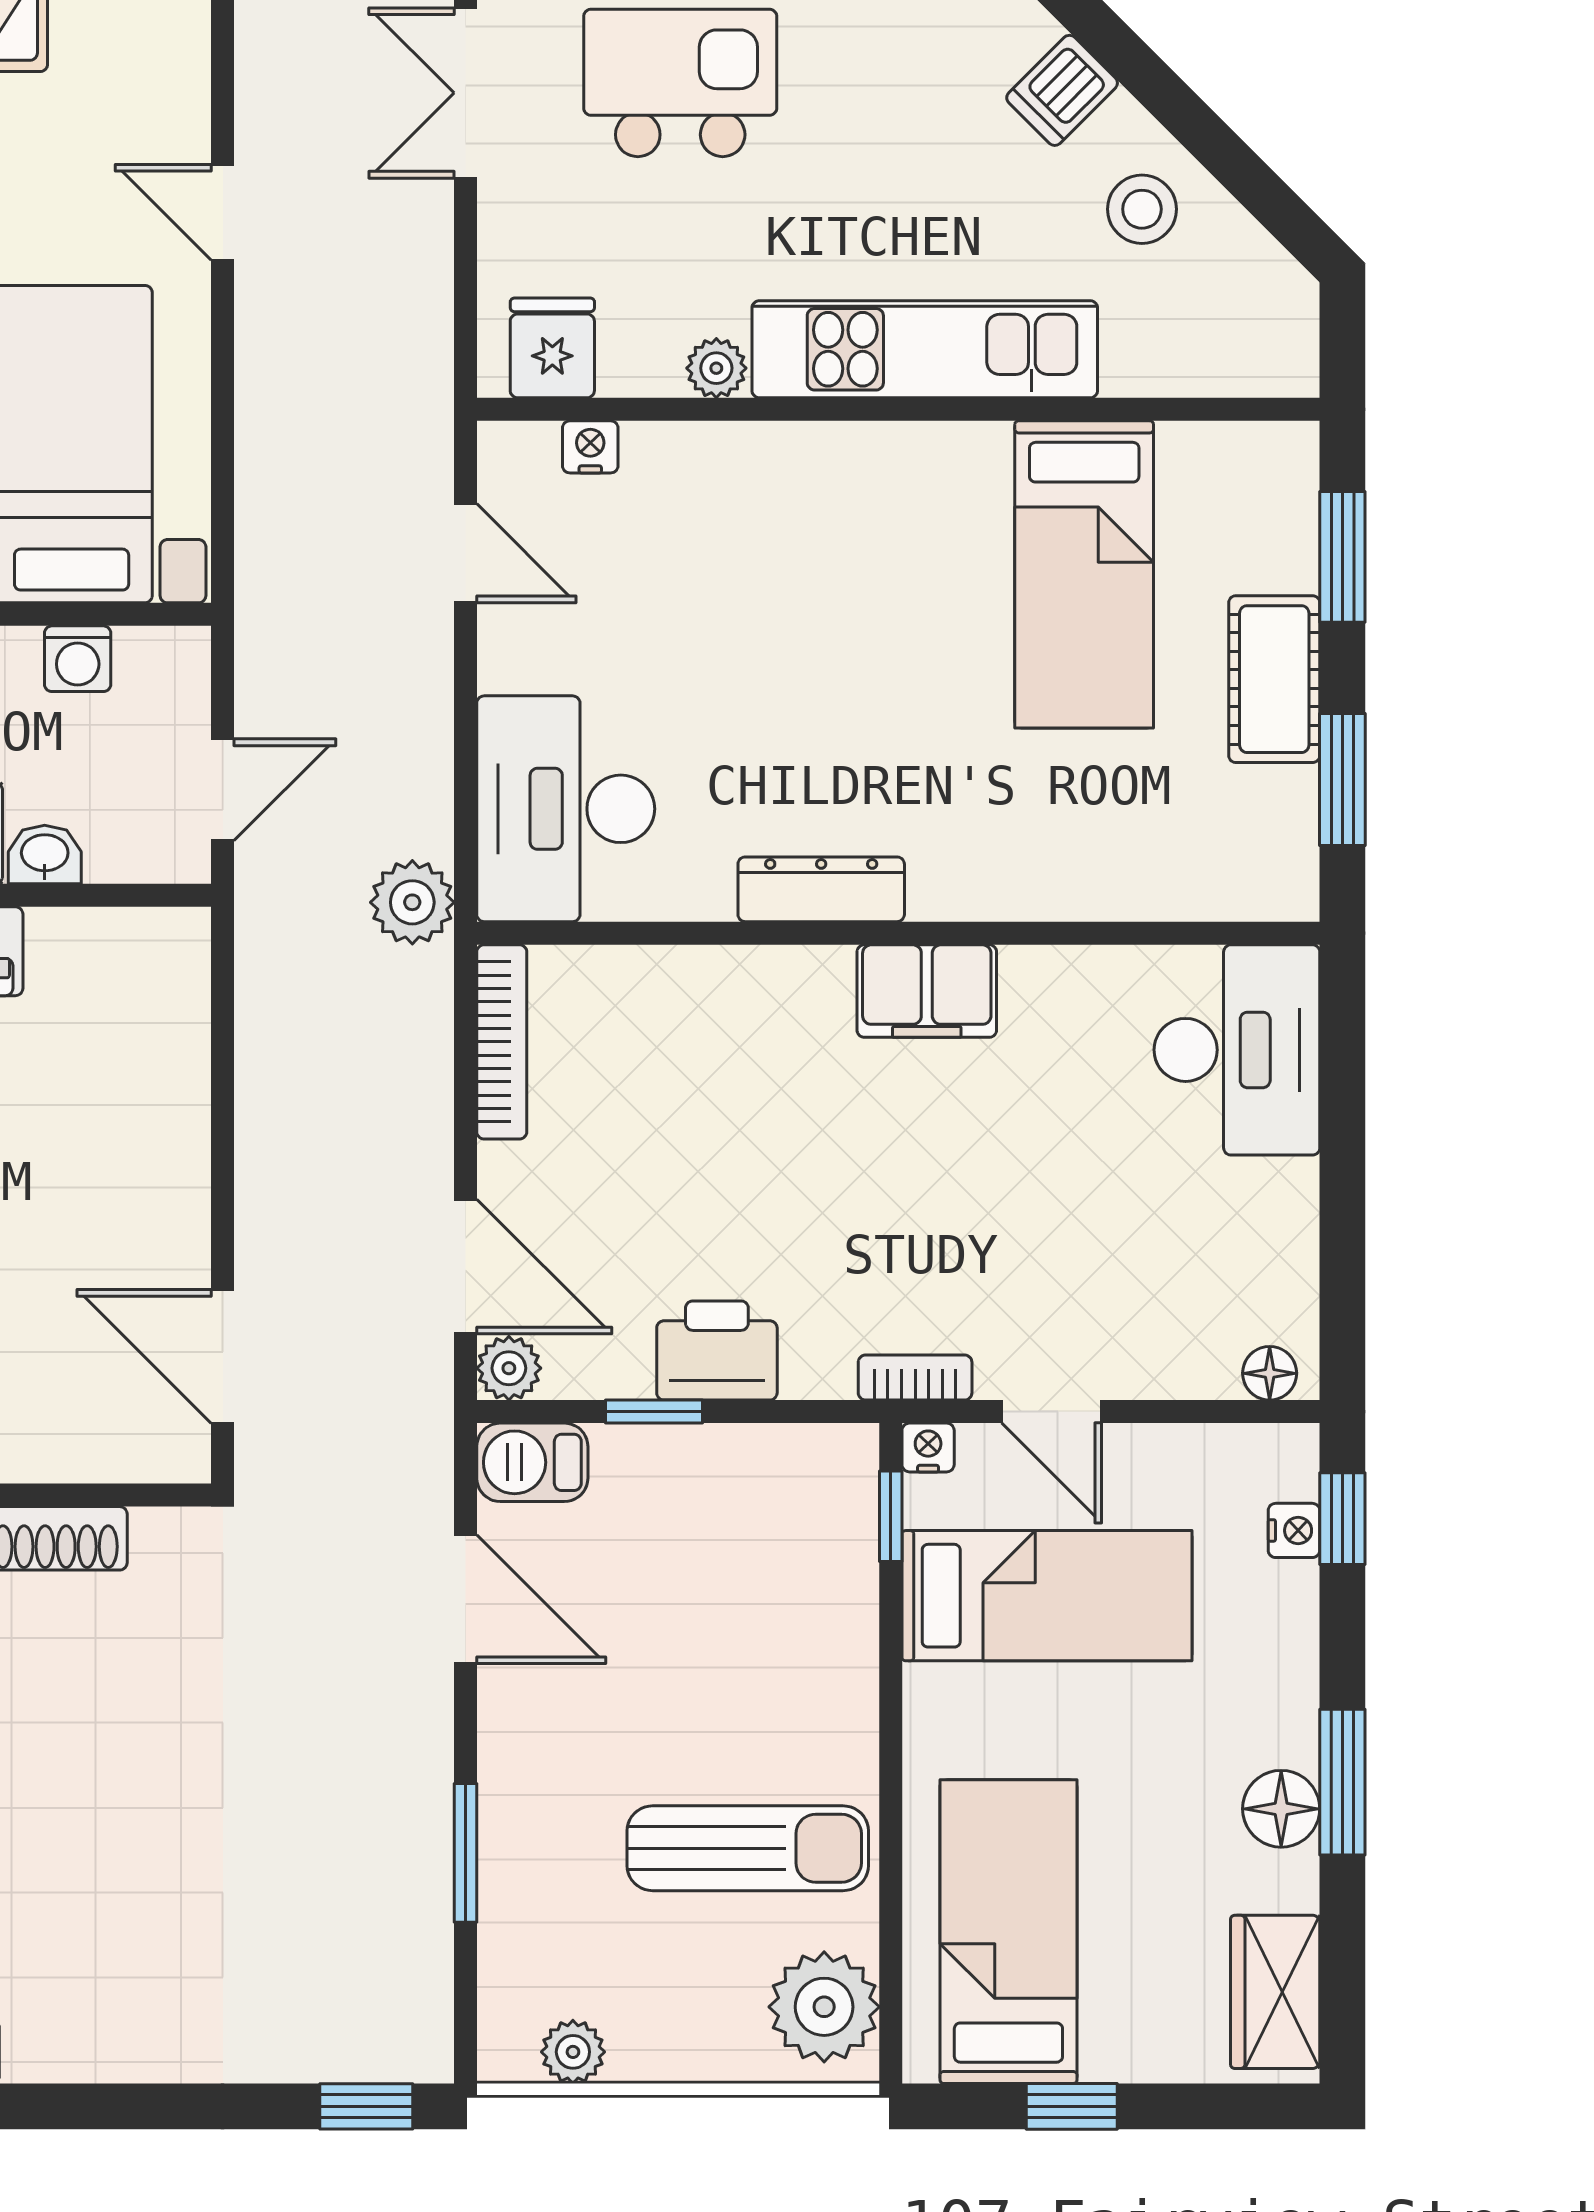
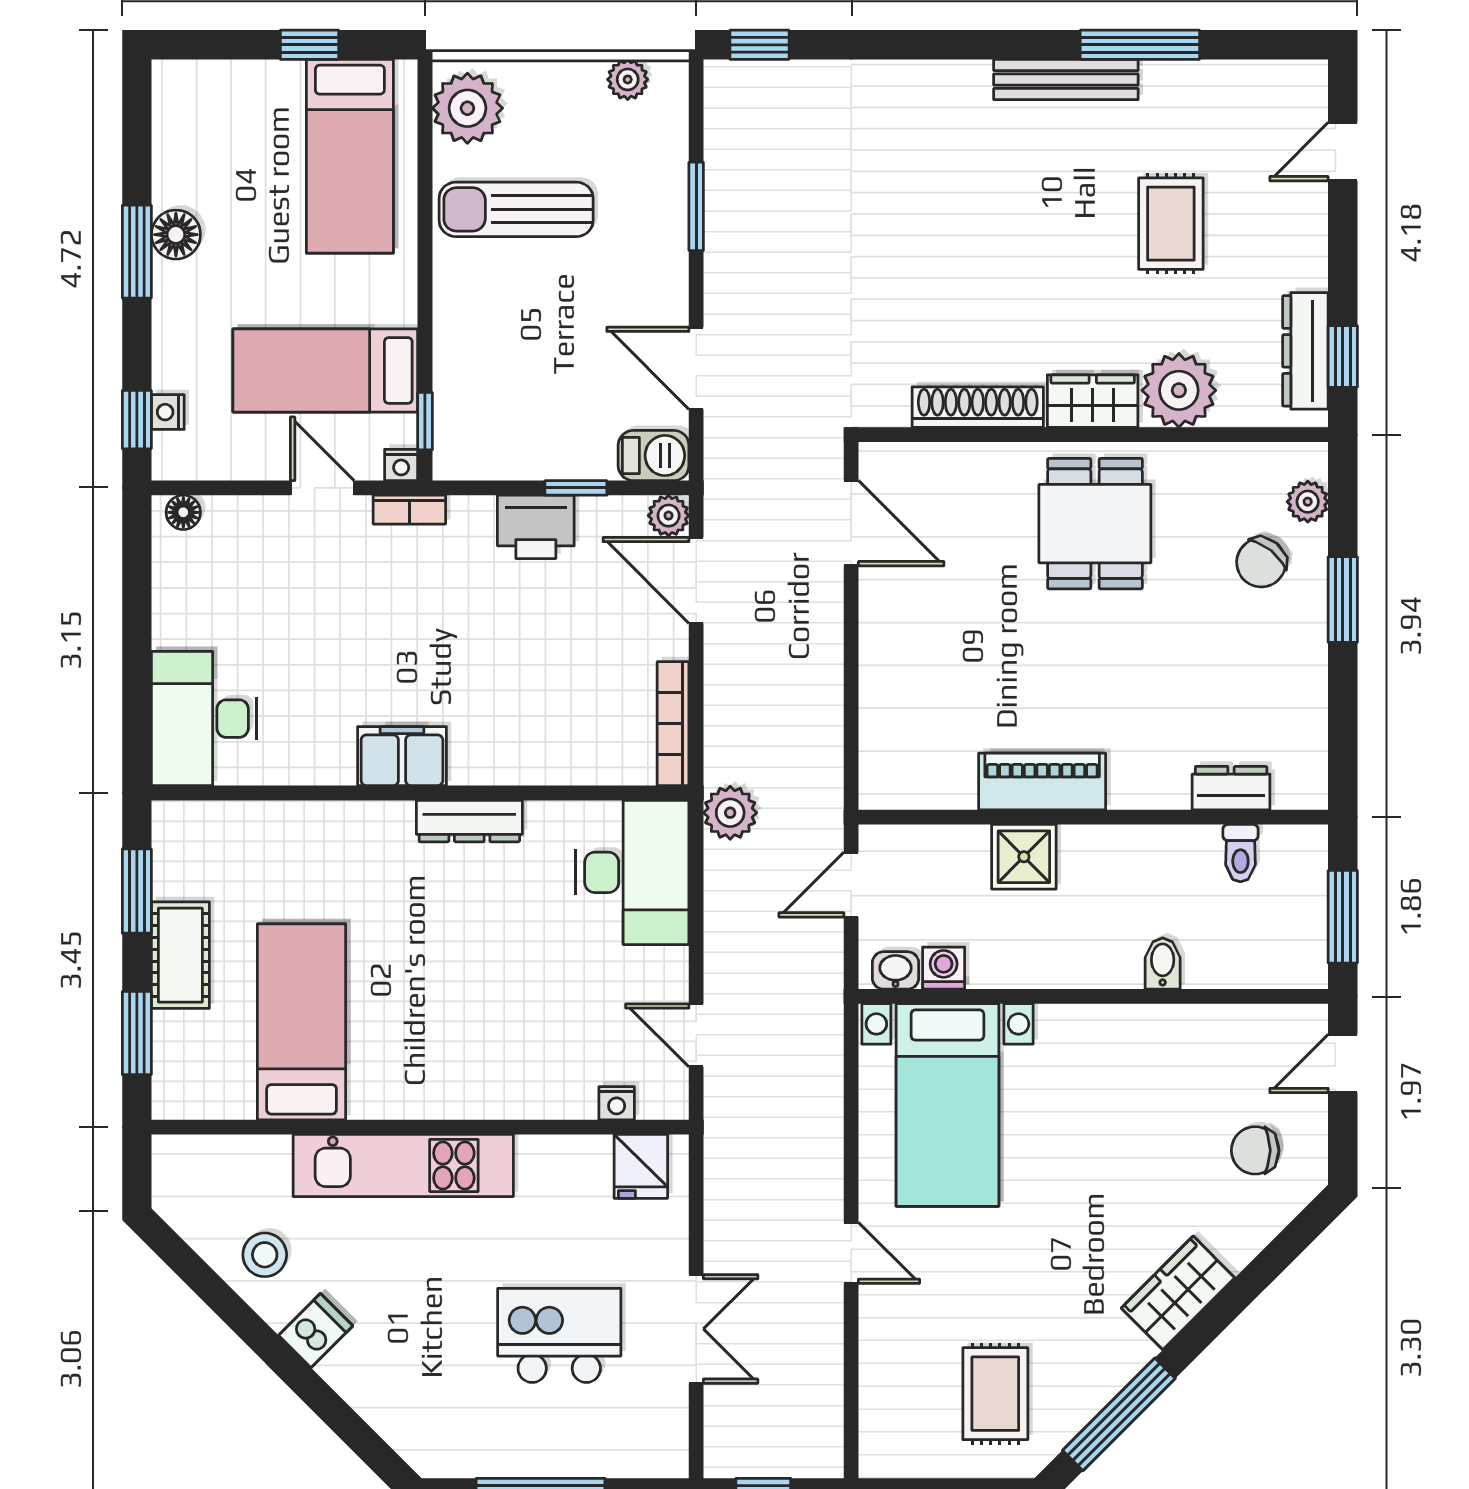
kitchen island: (680, 83) -> (559, 1335), turned 180
plant: (716, 368) -> (536, 1153), removed
washbasin: (45, 855) -> (896, 970), moved, turned 180
wardrobe: (1275, 1992) -> (180, 118), removed

